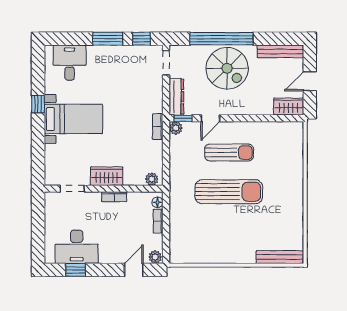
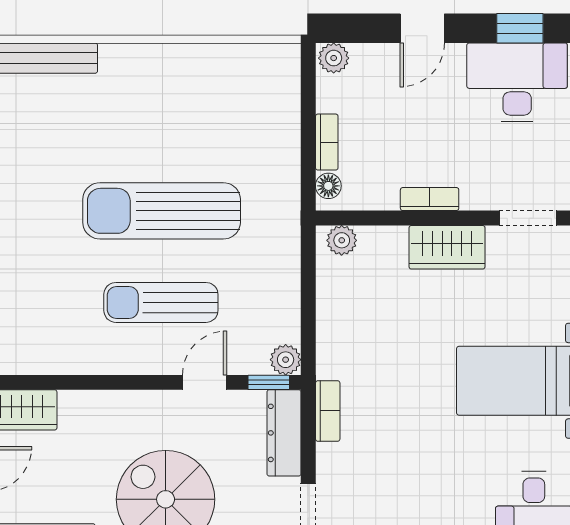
bookcase: (158, 127) -> (328, 411), moved
door: (134, 270) -> (422, 28), moved

